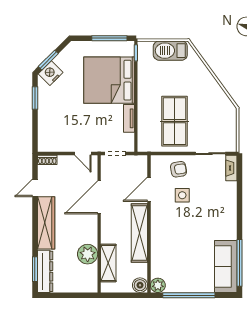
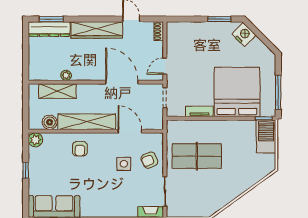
barbecue: (170, 51) -> (266, 136), moved
window: (48, 60) -> (257, 32), removed
armchair: (178, 169) -> (149, 160), turned 76
armchair: (167, 240) -> (80, 149), added
plant: (88, 254) -> (66, 75), width x0.53, depth x0.53
boiler: (140, 285) -> (50, 122), moved
window: (189, 295) -> (26, 170), width x0.32

